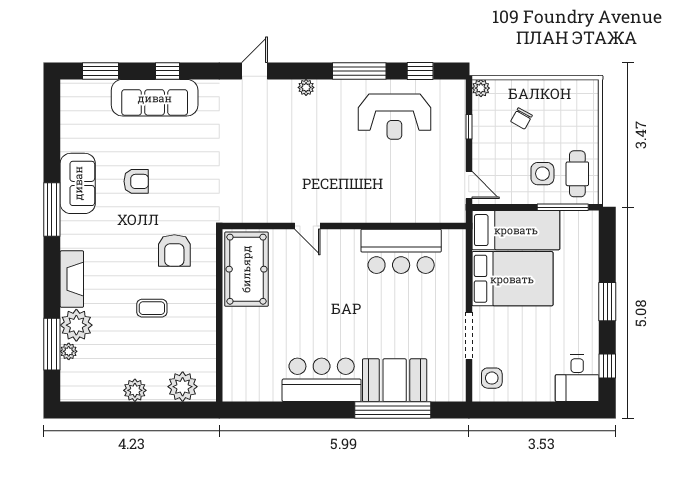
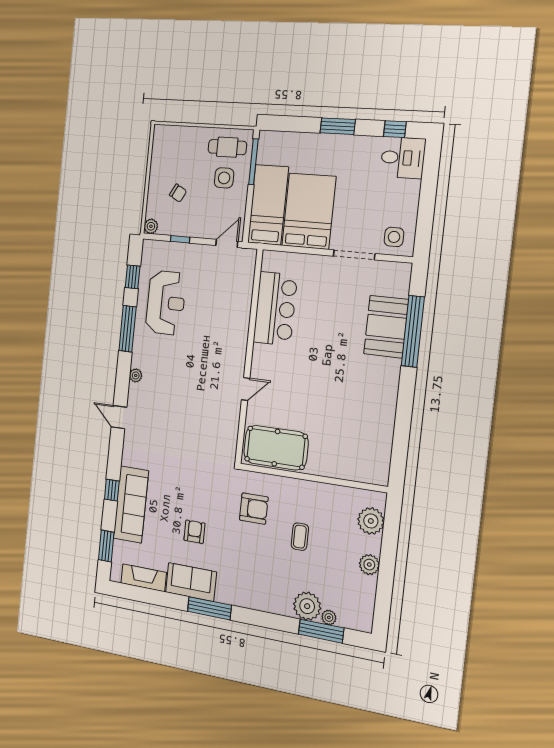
fireplace: (72, 279) -> (144, 578), moved
bar counter: (322, 380) -> (379, 394), removed

